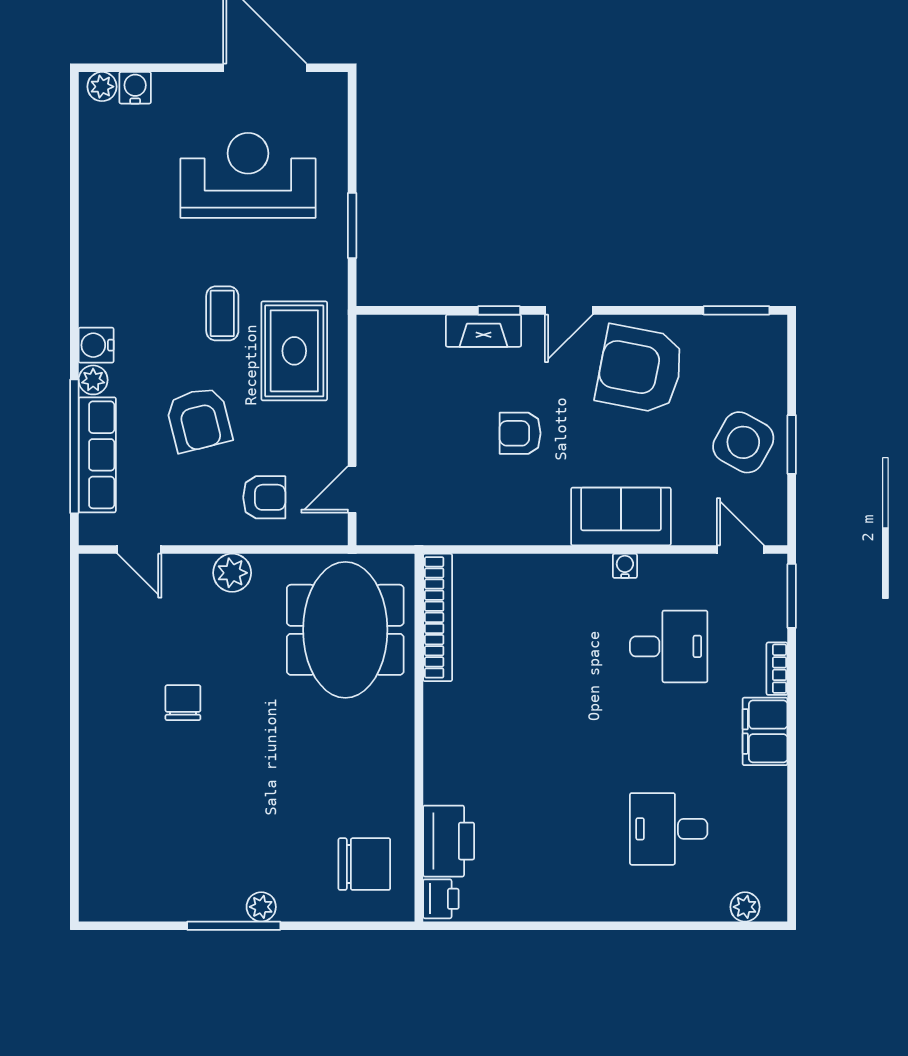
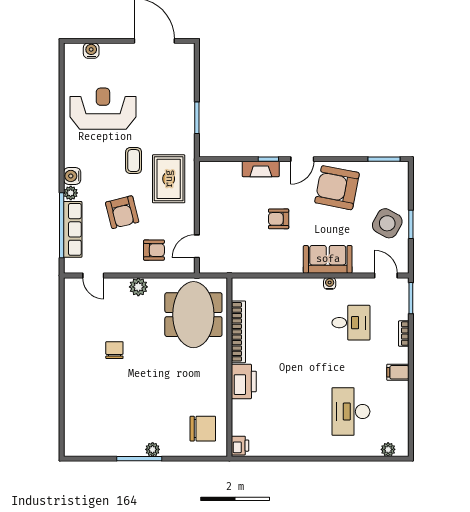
plant: (102, 87) -> (75, 50), removed
reception desk: (248, 175) -> (103, 109), moved
bookcase: (438, 617) -> (238, 332), moved
filing cabinet: (765, 731) -> (398, 372), width x0.50
desk: (669, 829) -> (351, 412), width x1.37
printer: (449, 841) -> (244, 381), moved

